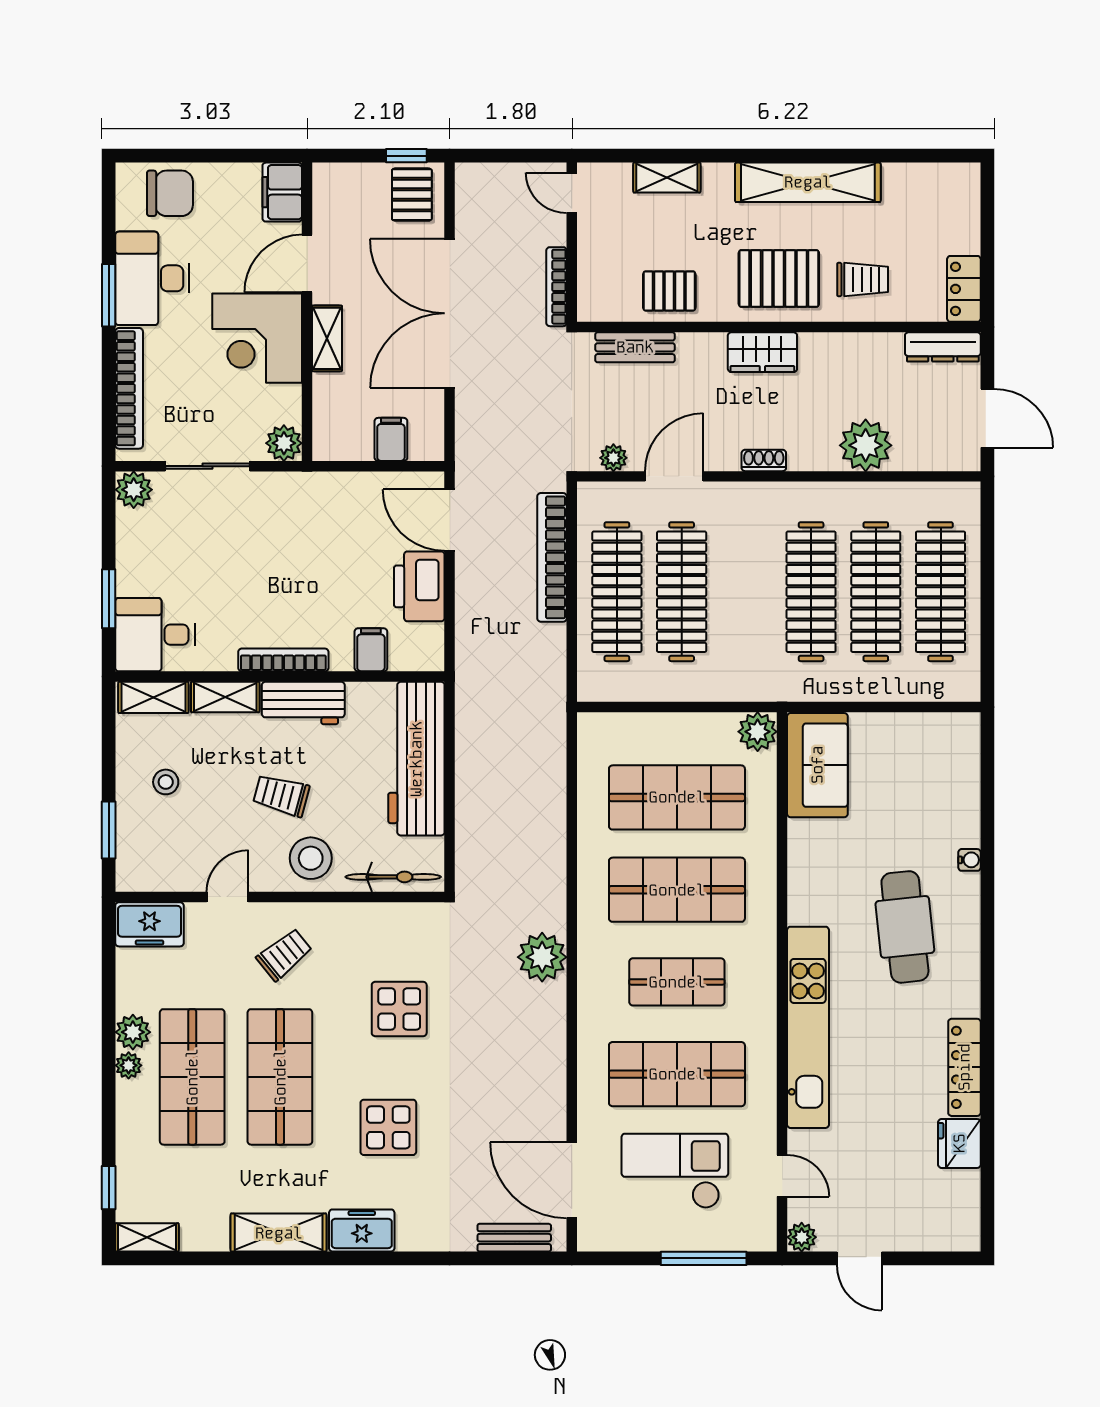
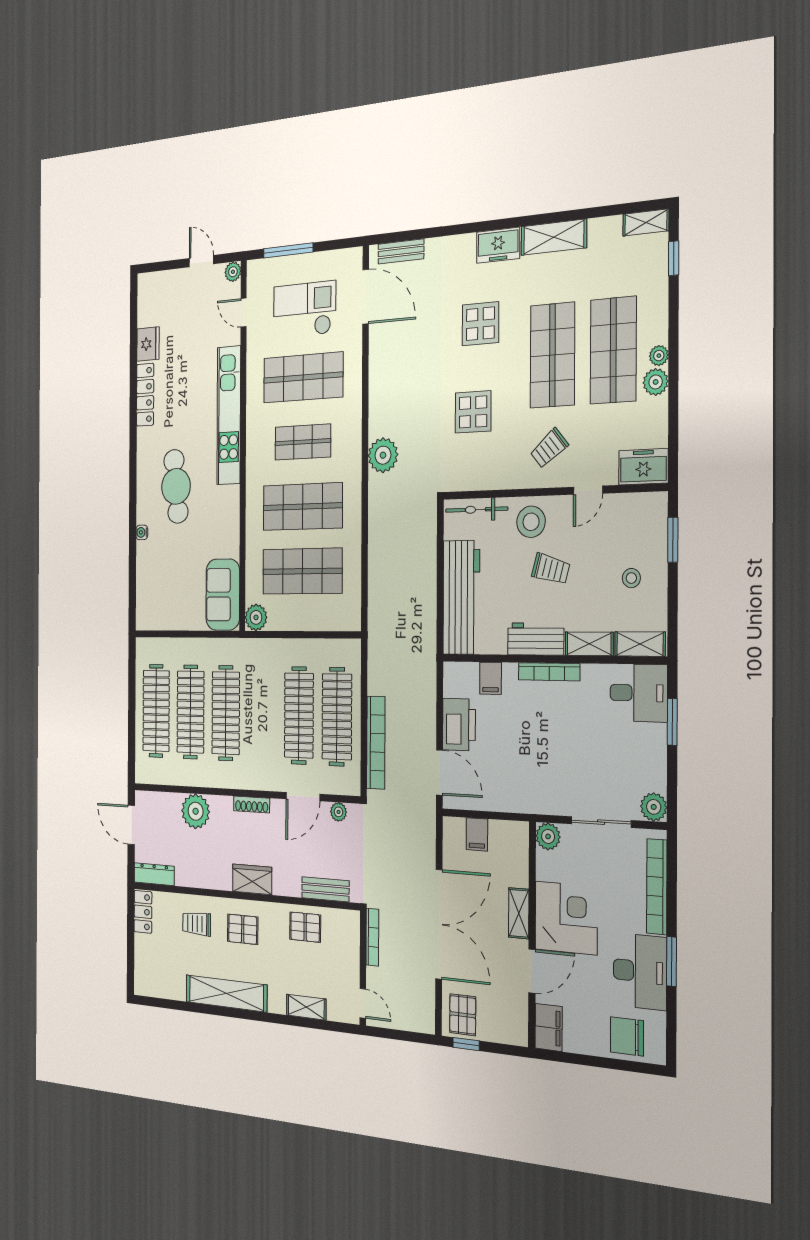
pallet: (779, 278) -> (243, 929), width x0.67, depth x0.71
shoe rack: (764, 460) -> (252, 804), width x1.43
checkout: (675, 1171) -> (305, 310), turned 180

